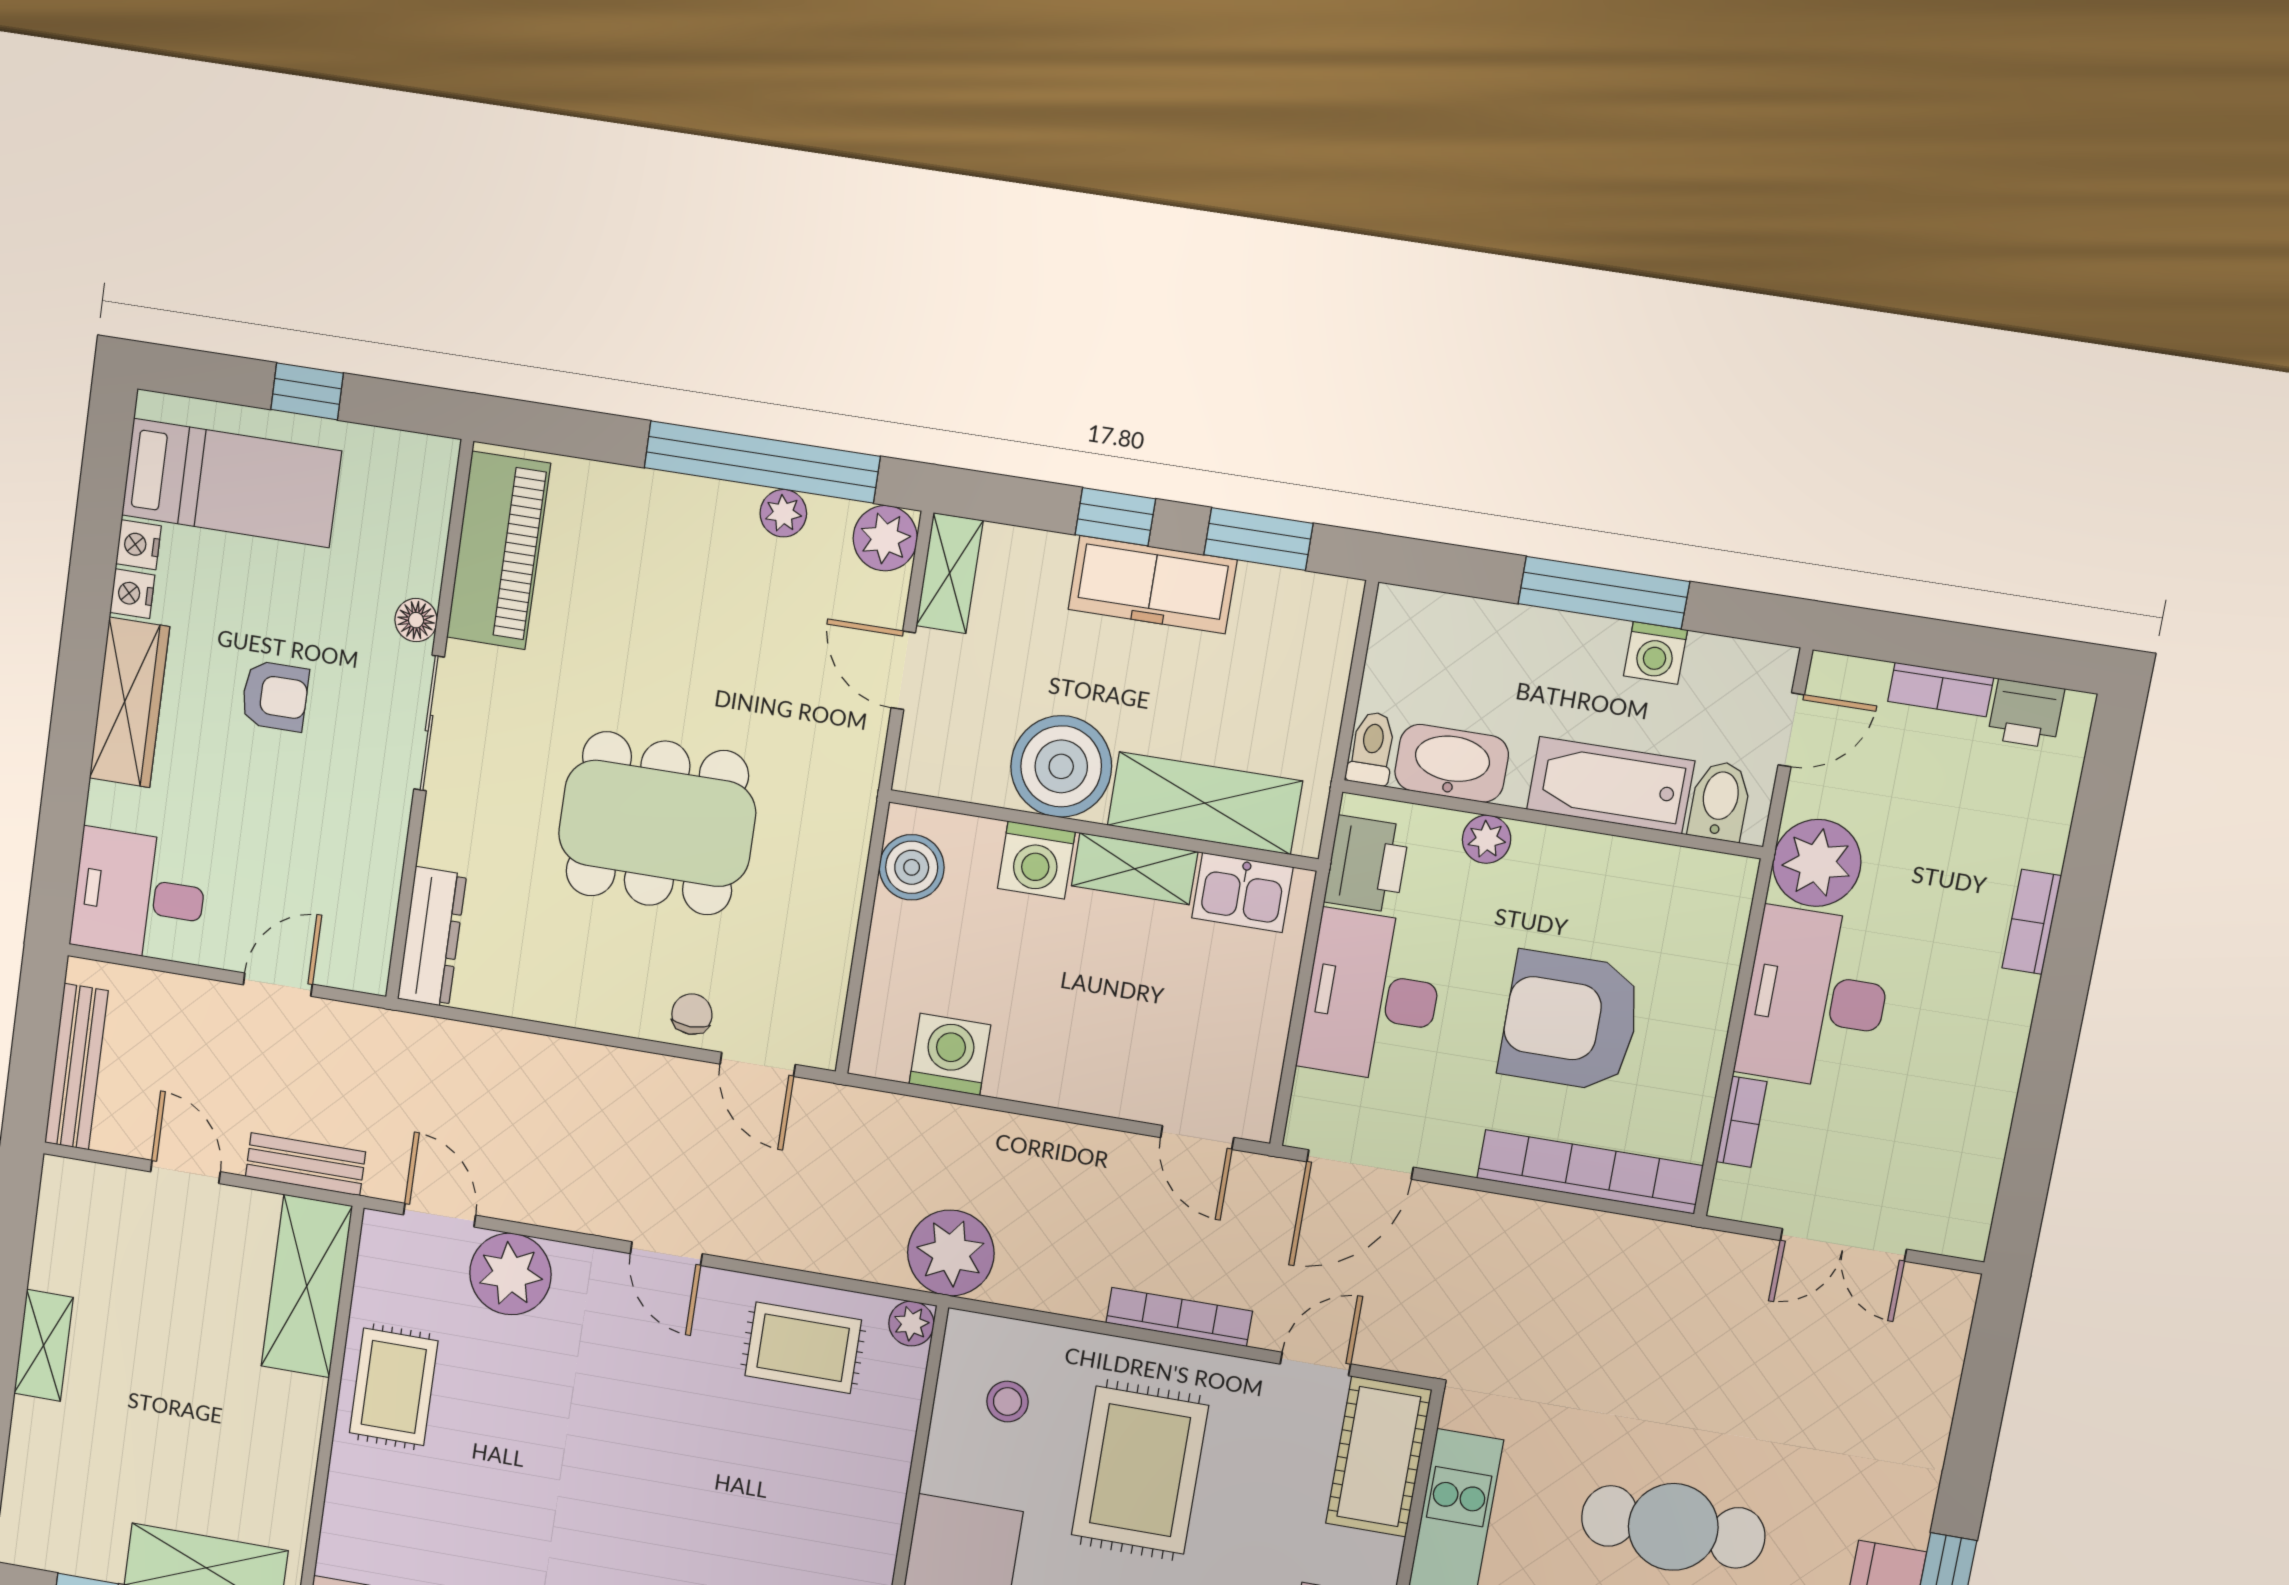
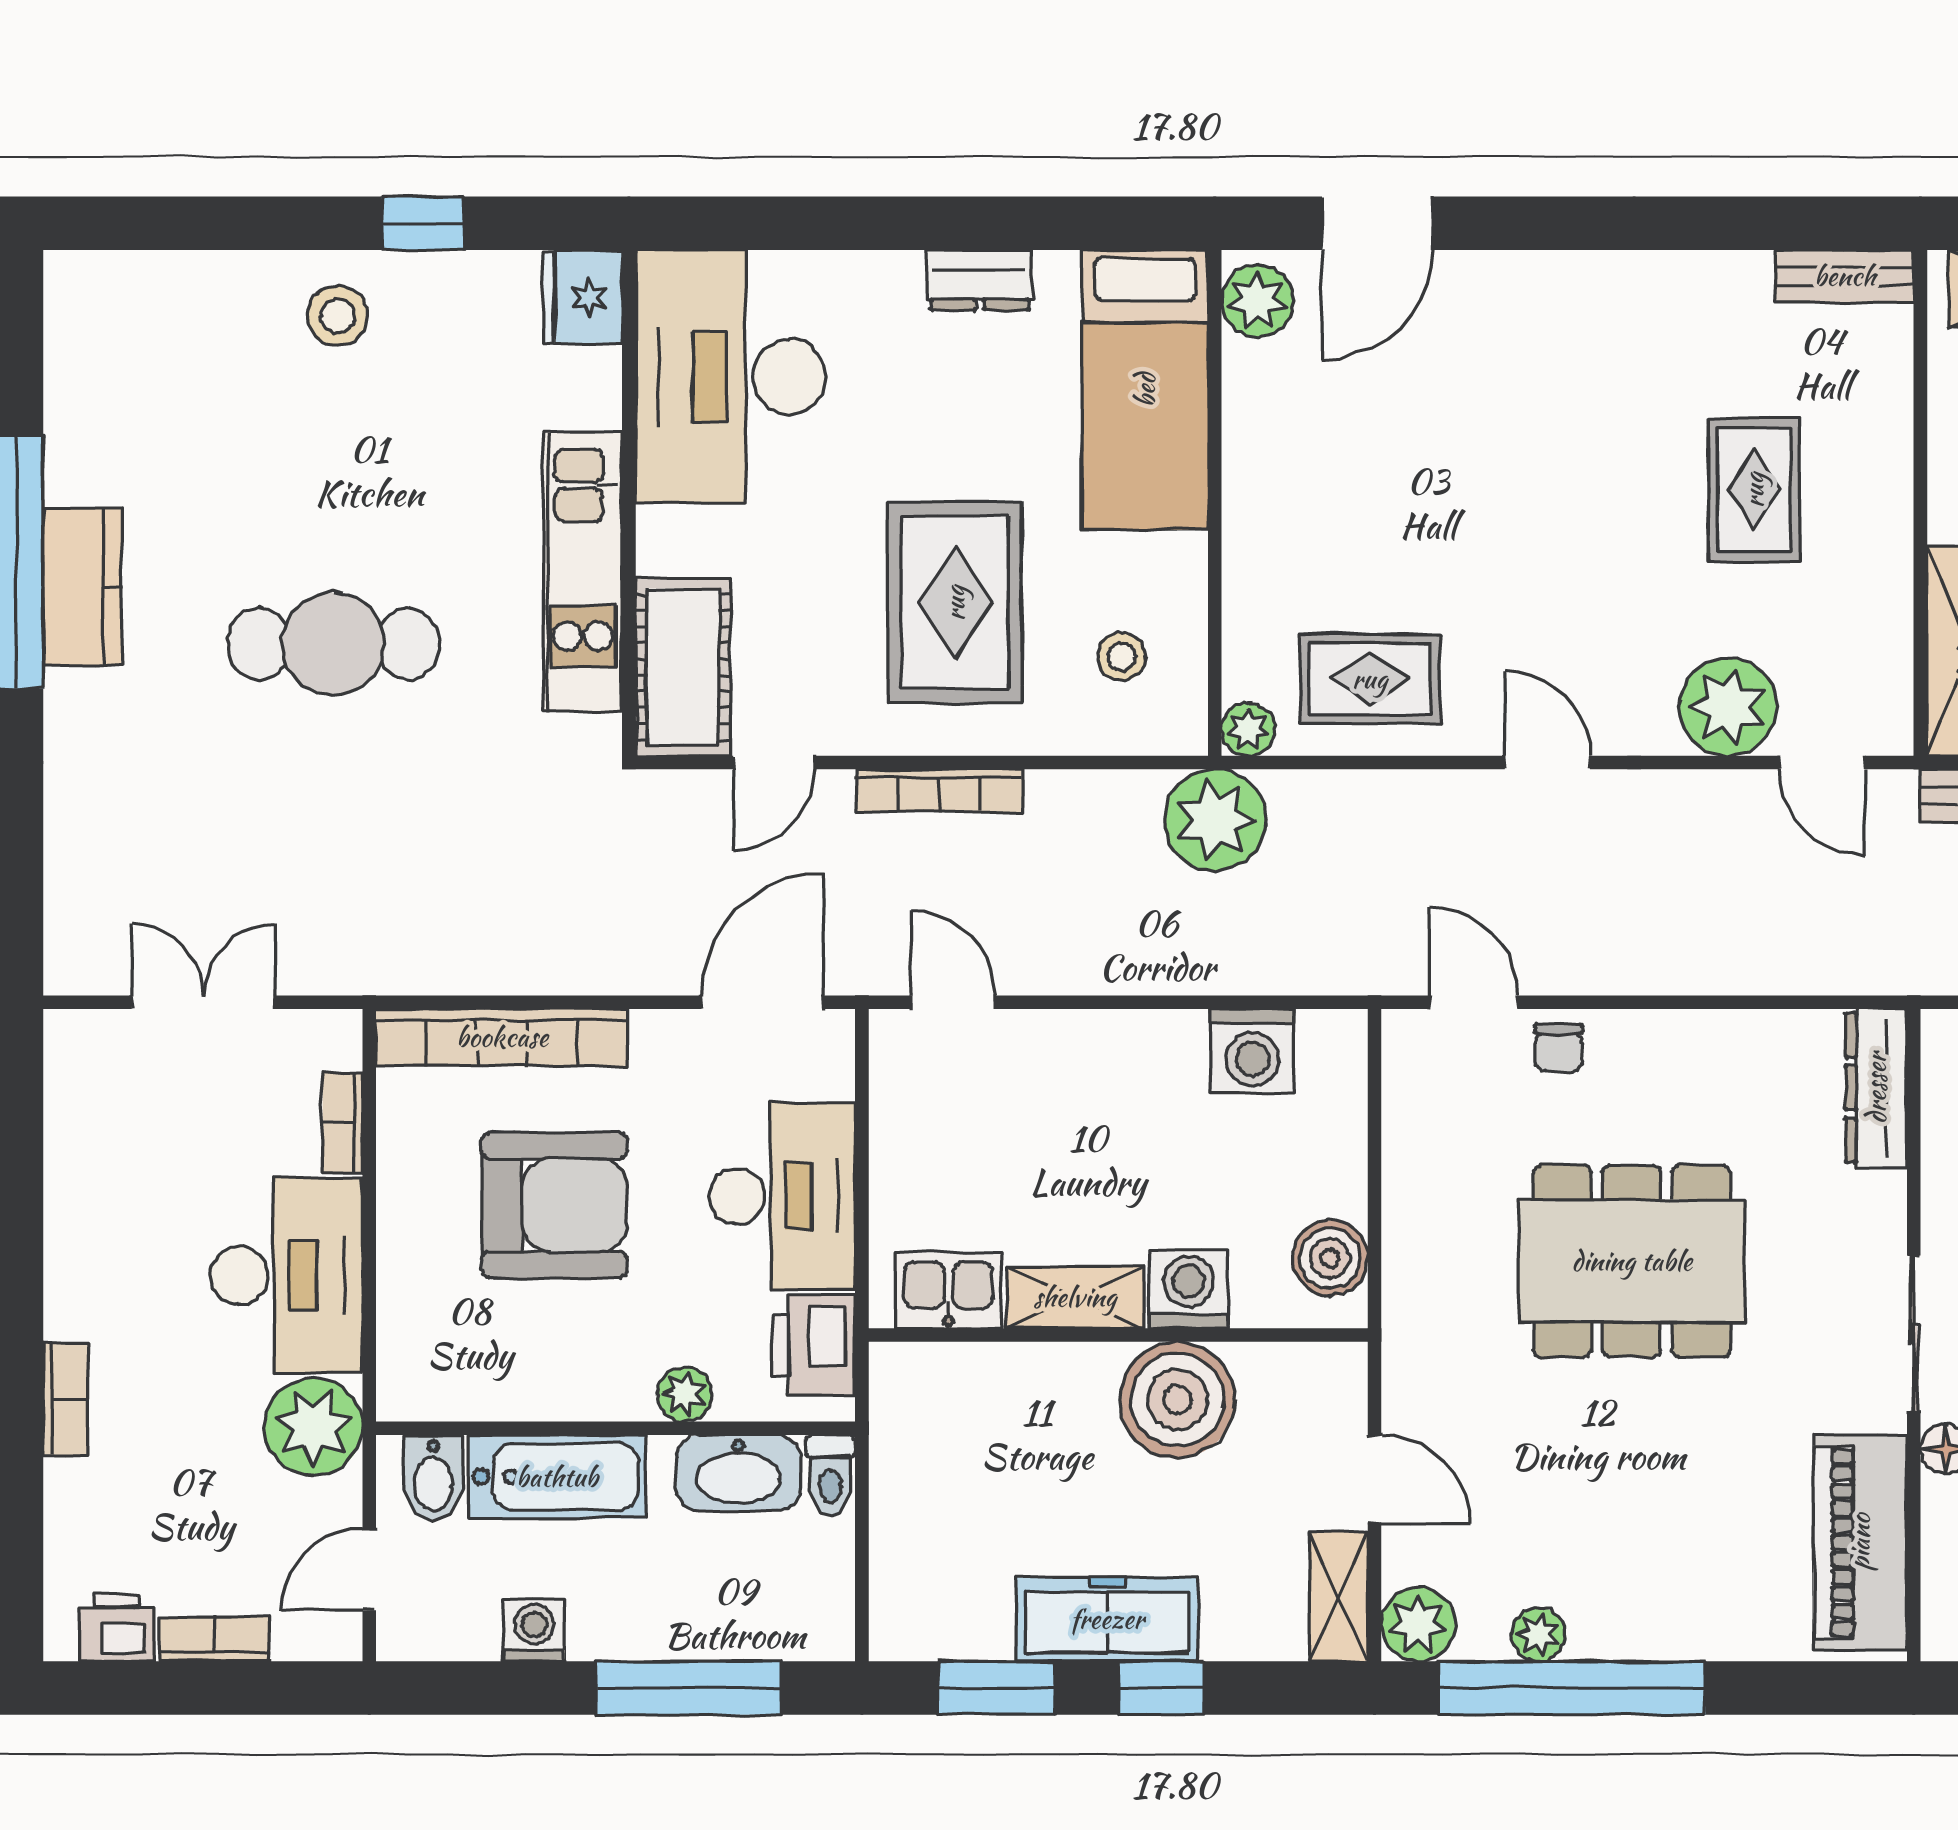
window: (1604, 593) -> (689, 1688), moved
shelving: (1205, 803) -> (1008, 1384), removed
rug: (394, 1387) -> (1754, 490), moved

